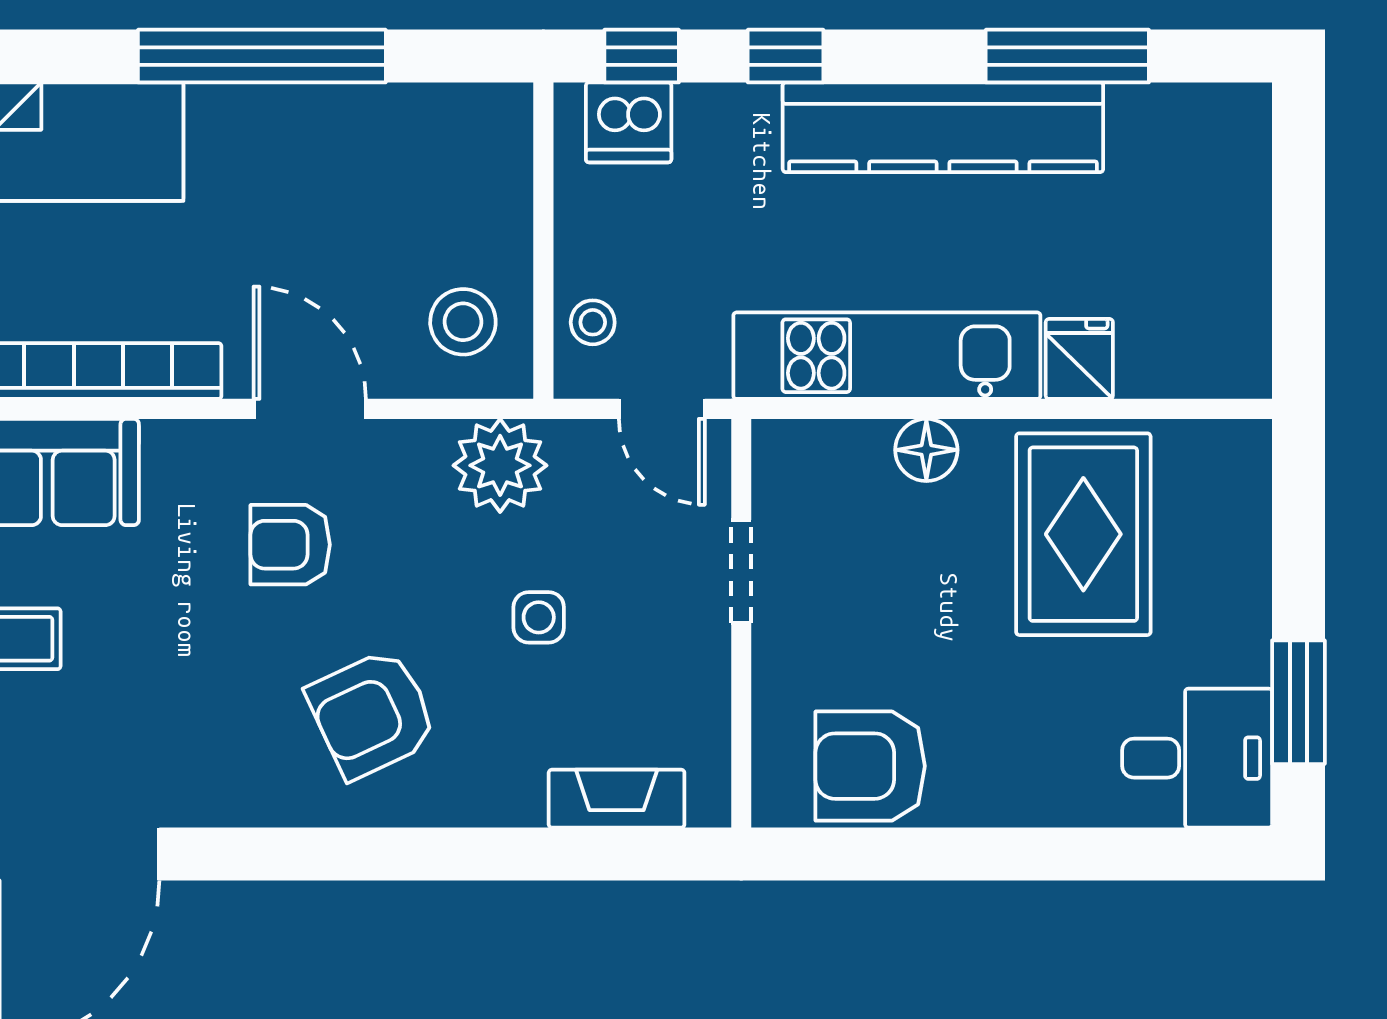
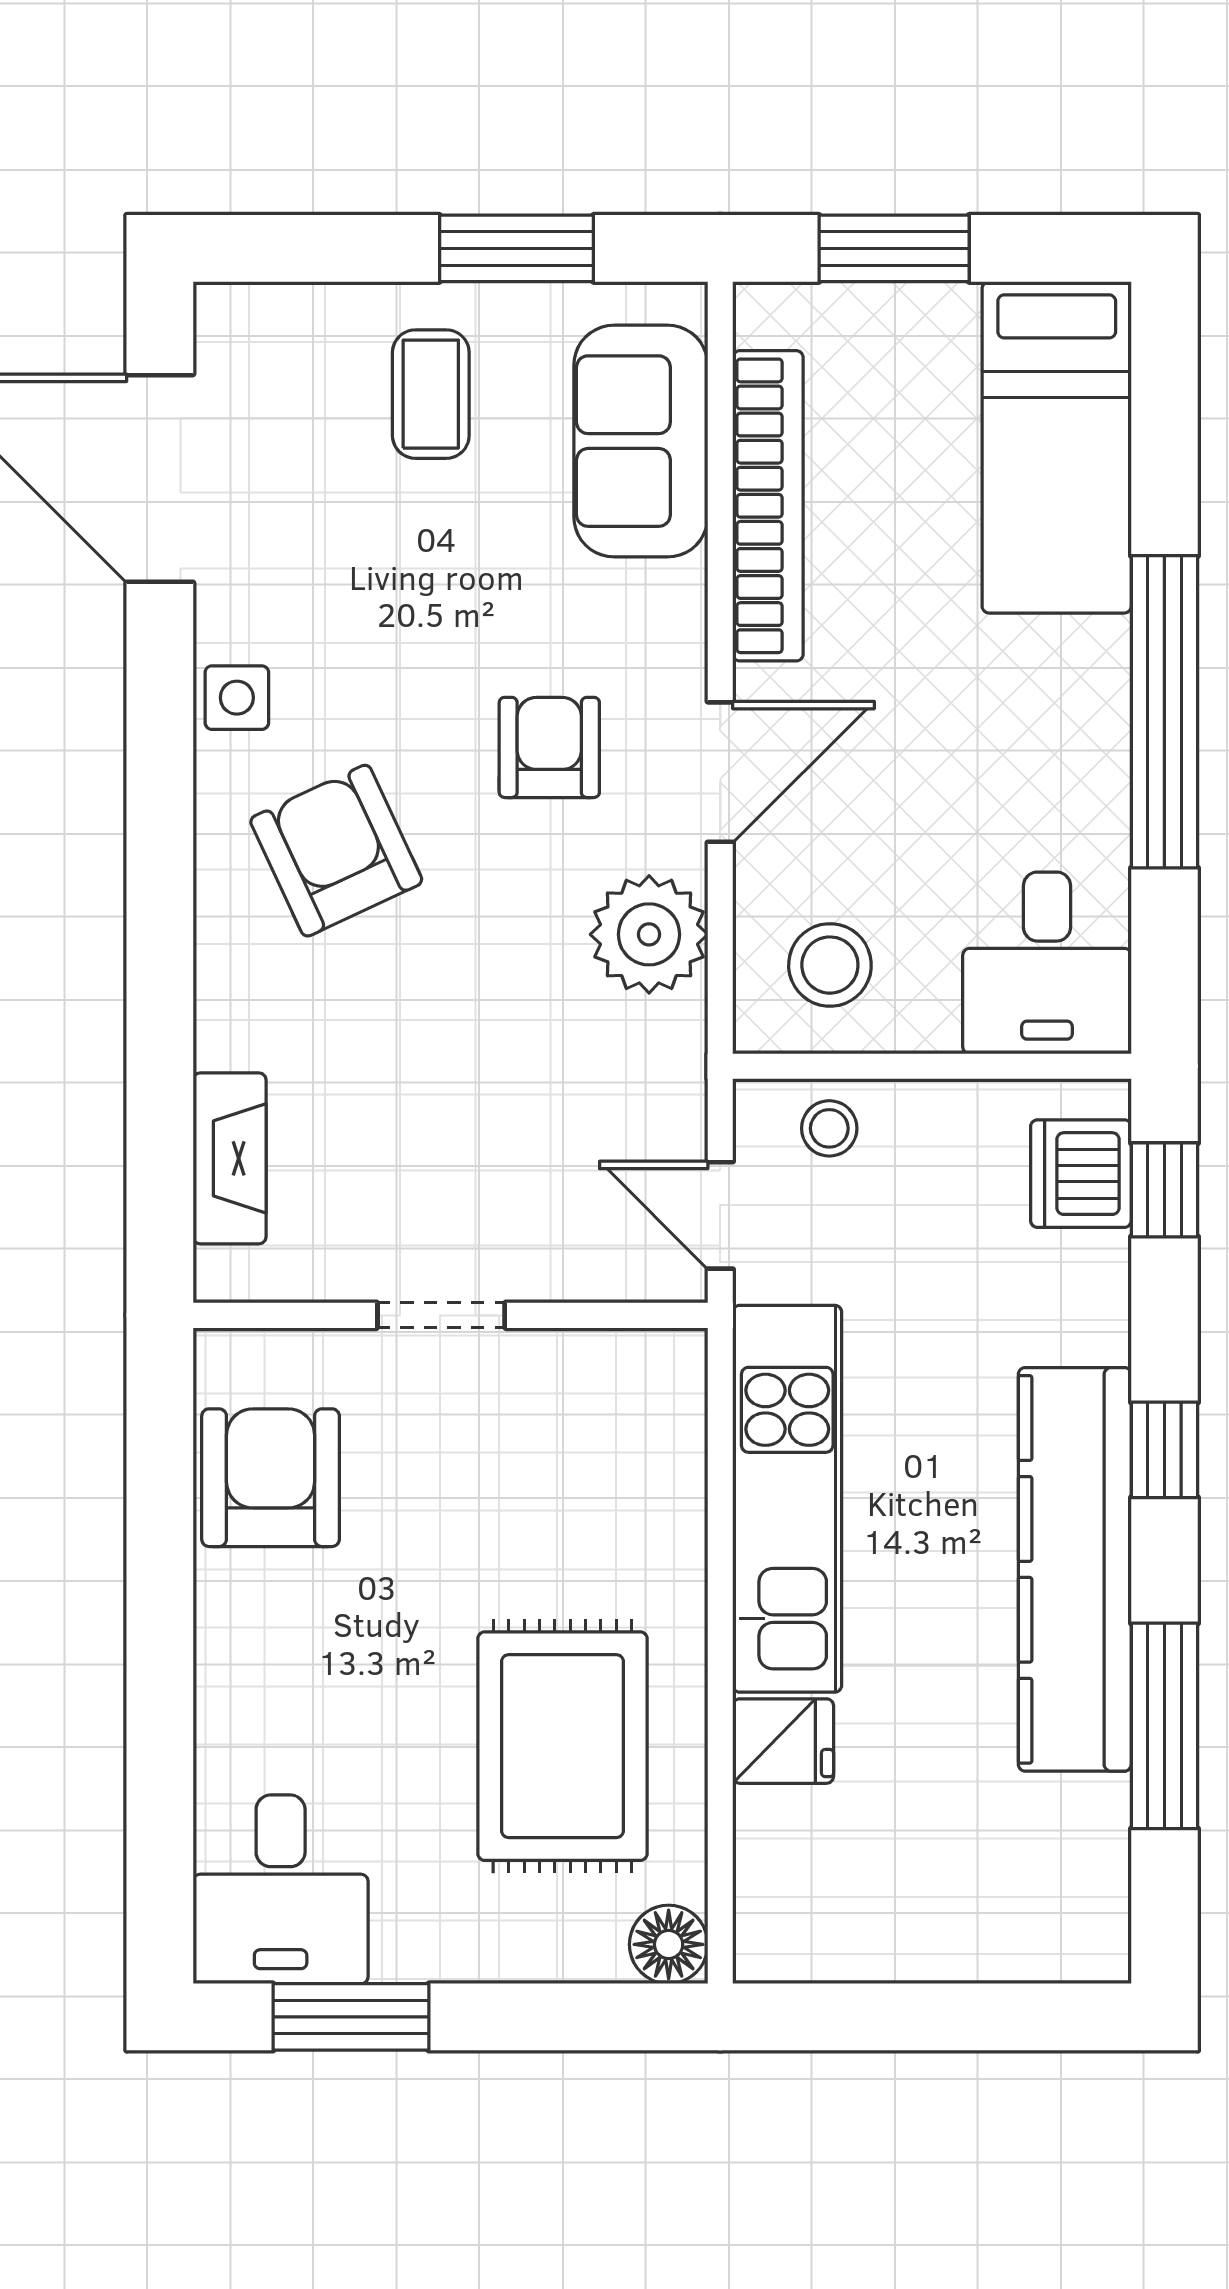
window: (786, 56) -> (1164, 1450), moved
desk: (461, 149) -> (1047, 963), added
door: (662, 409) -> (720, 1215), hinge flipped
floor lamp: (926, 450) -> (669, 1944), moved
plant: (500, 465) -> (649, 934), moved
rug: (1083, 534) -> (562, 1746), turned 90
doorway: (741, 571) -> (441, 1315), moved
side table: (539, 617) -> (237, 698), moved

